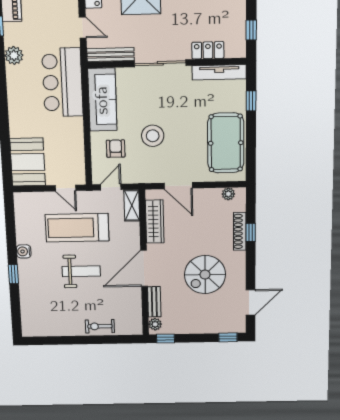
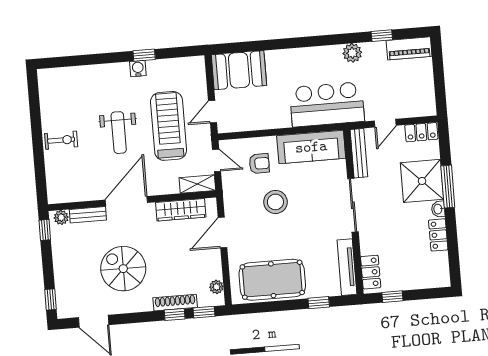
locker: (208, 50) -> (371, 272), moved
window: (251, 206) -> (204, 312), added
door: (144, 268) -> (126, 201), hinge flipped
window: (13, 274) -> (144, 55), moved
exercise bike: (100, 326) -> (61, 140), moved, turned 90

